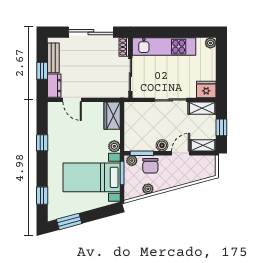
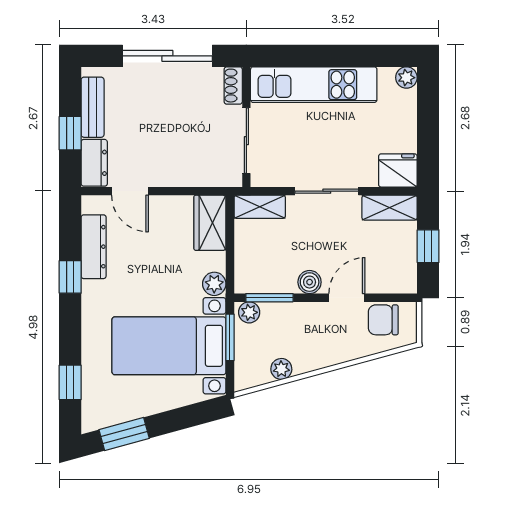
dresser: (54, 128) -> (94, 247), added
shelving: (203, 145) -> (260, 207), moved
chair: (150, 166) -> (383, 320), moved, turned 90

